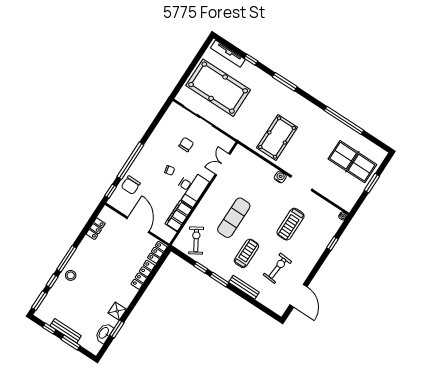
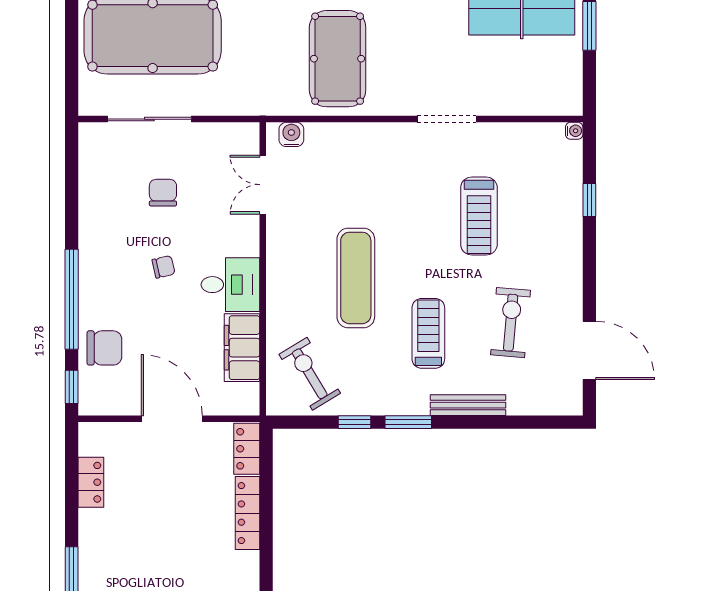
water cooler: (280, 177) -> (291, 134), moved
chair: (131, 185) -> (104, 348), turned -90
desk: (191, 188) -> (230, 285), width x0.73

